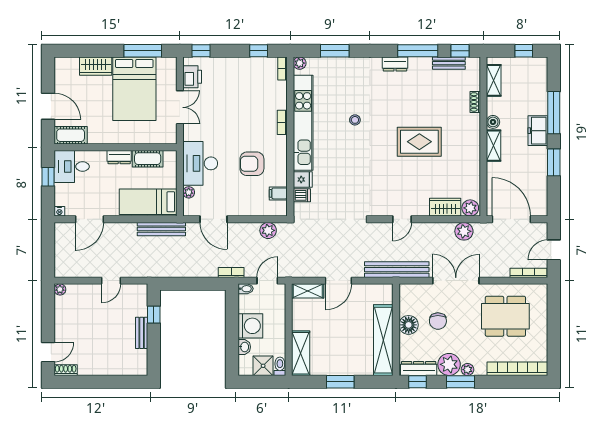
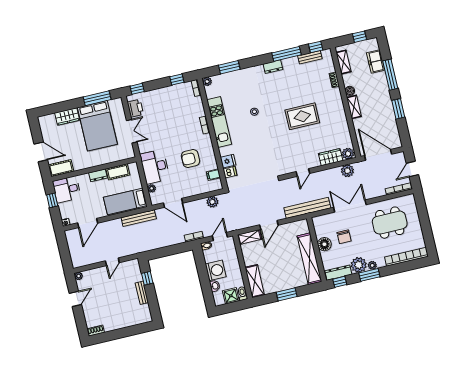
kitchen unit: (303, 123) -> (219, 122), width x0.73
freezer: (538, 131) -> (376, 61), moved
door: (48, 352) -> (75, 299), moved

